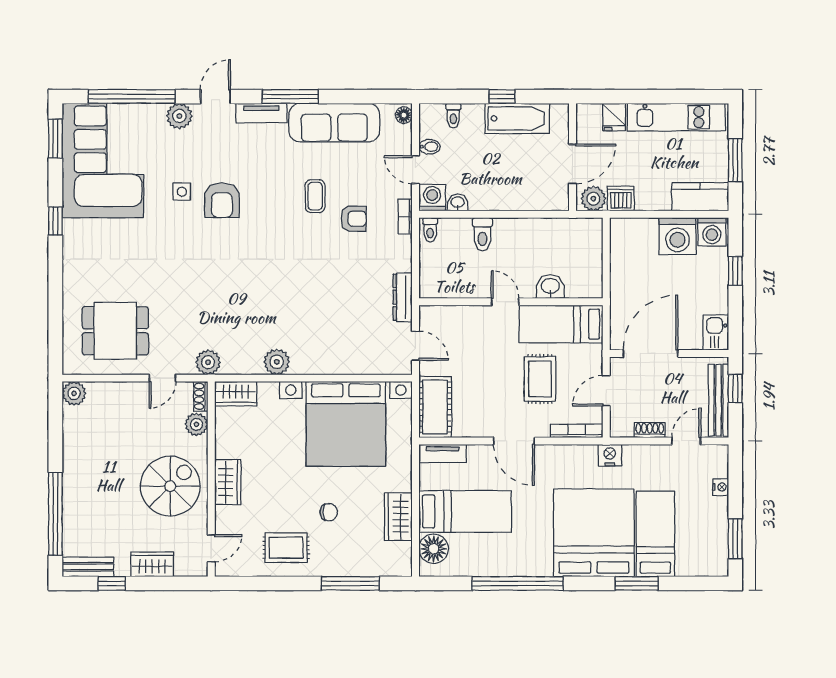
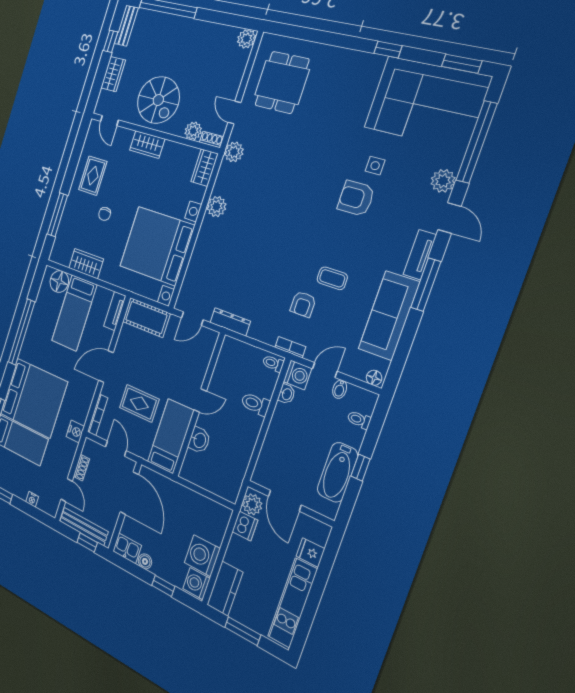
boiler: (719, 304) -> (145, 561), added

